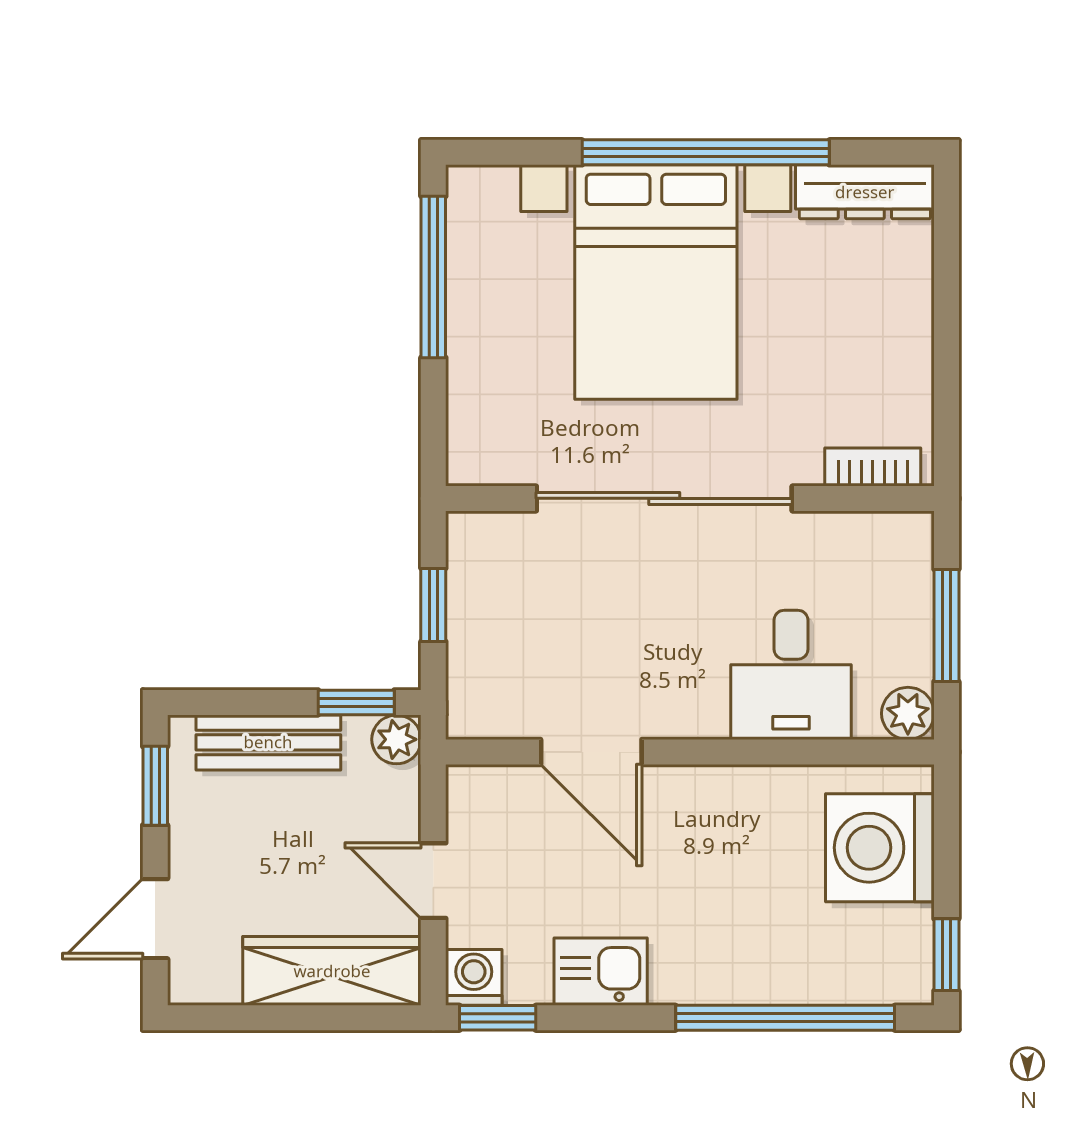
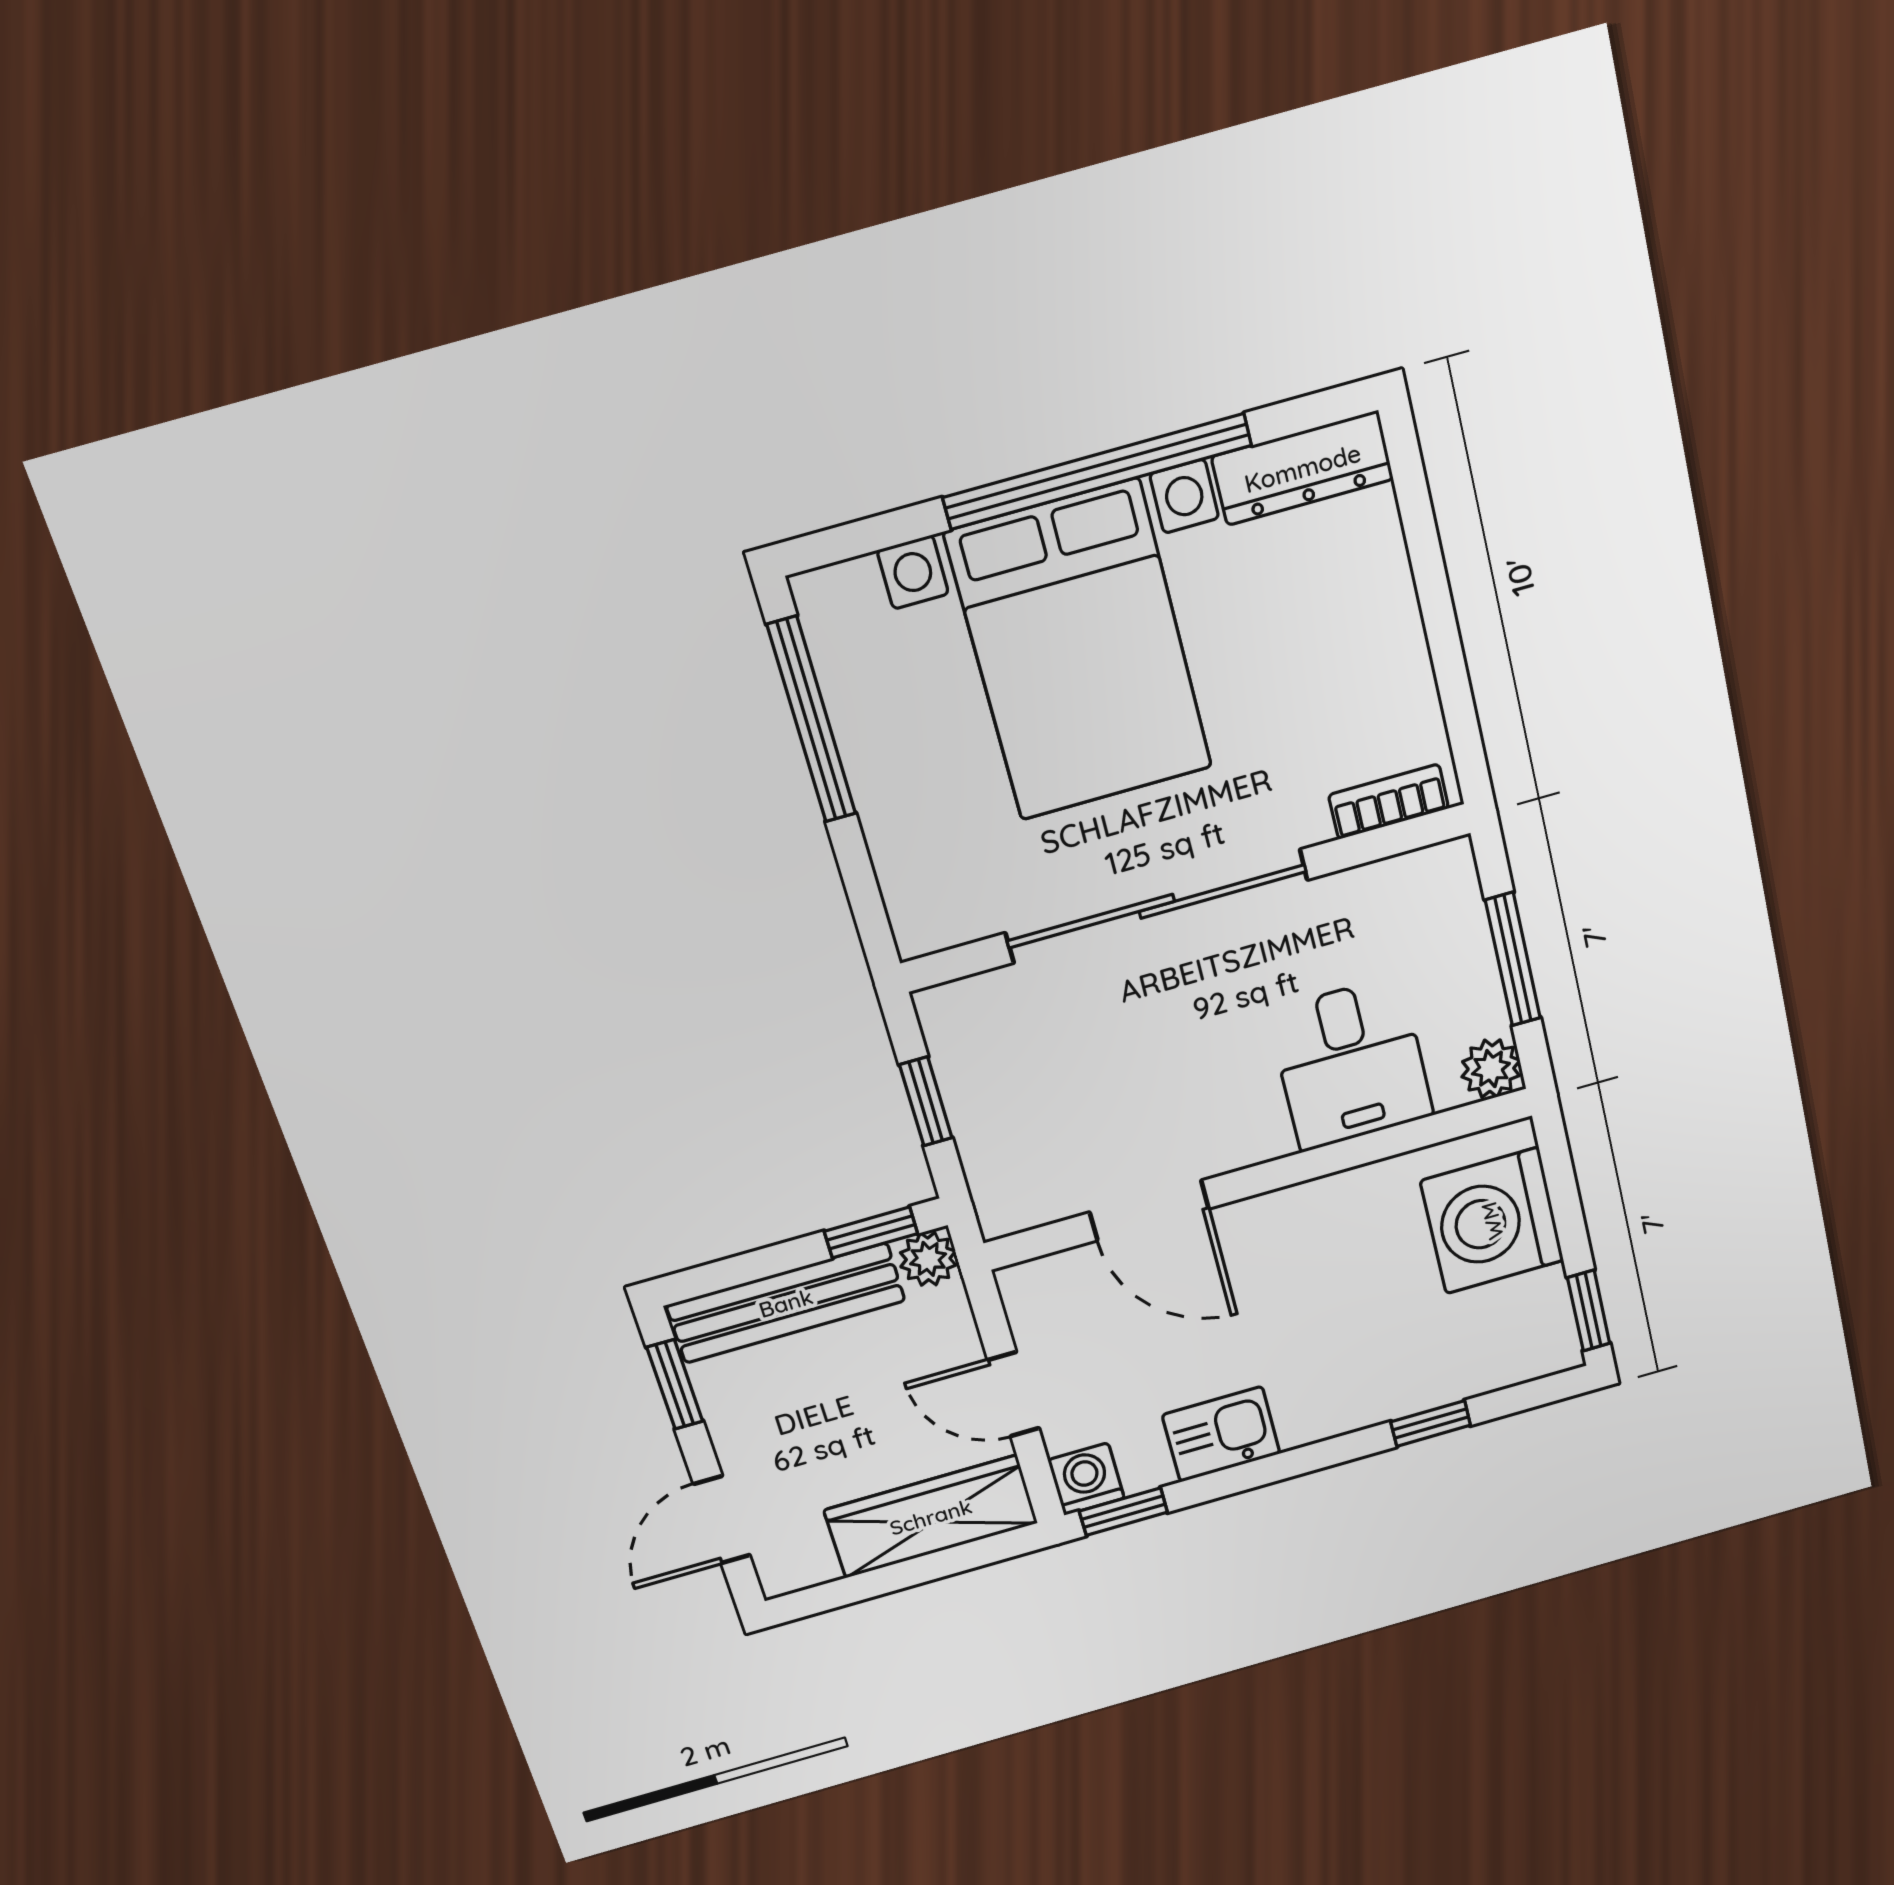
bench: (268, 742) -> (786, 1303), width x1.36
window: (785, 1018) -> (1431, 1423), width x0.32

